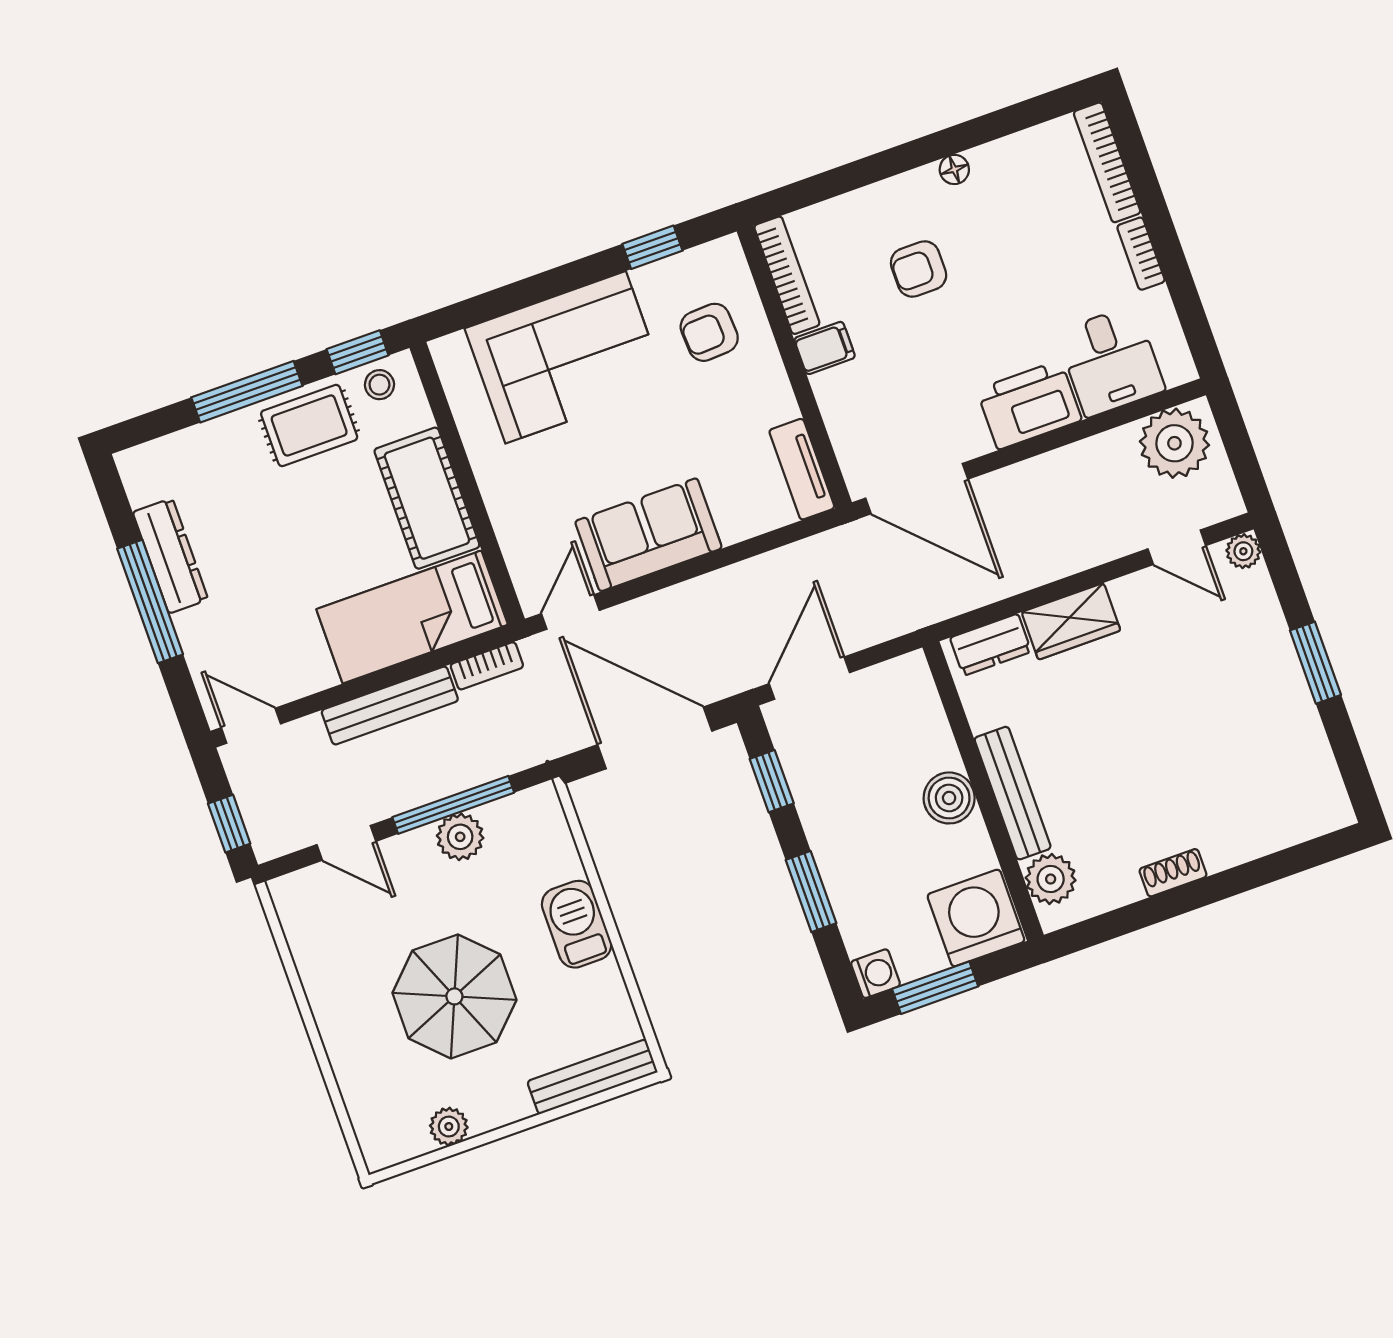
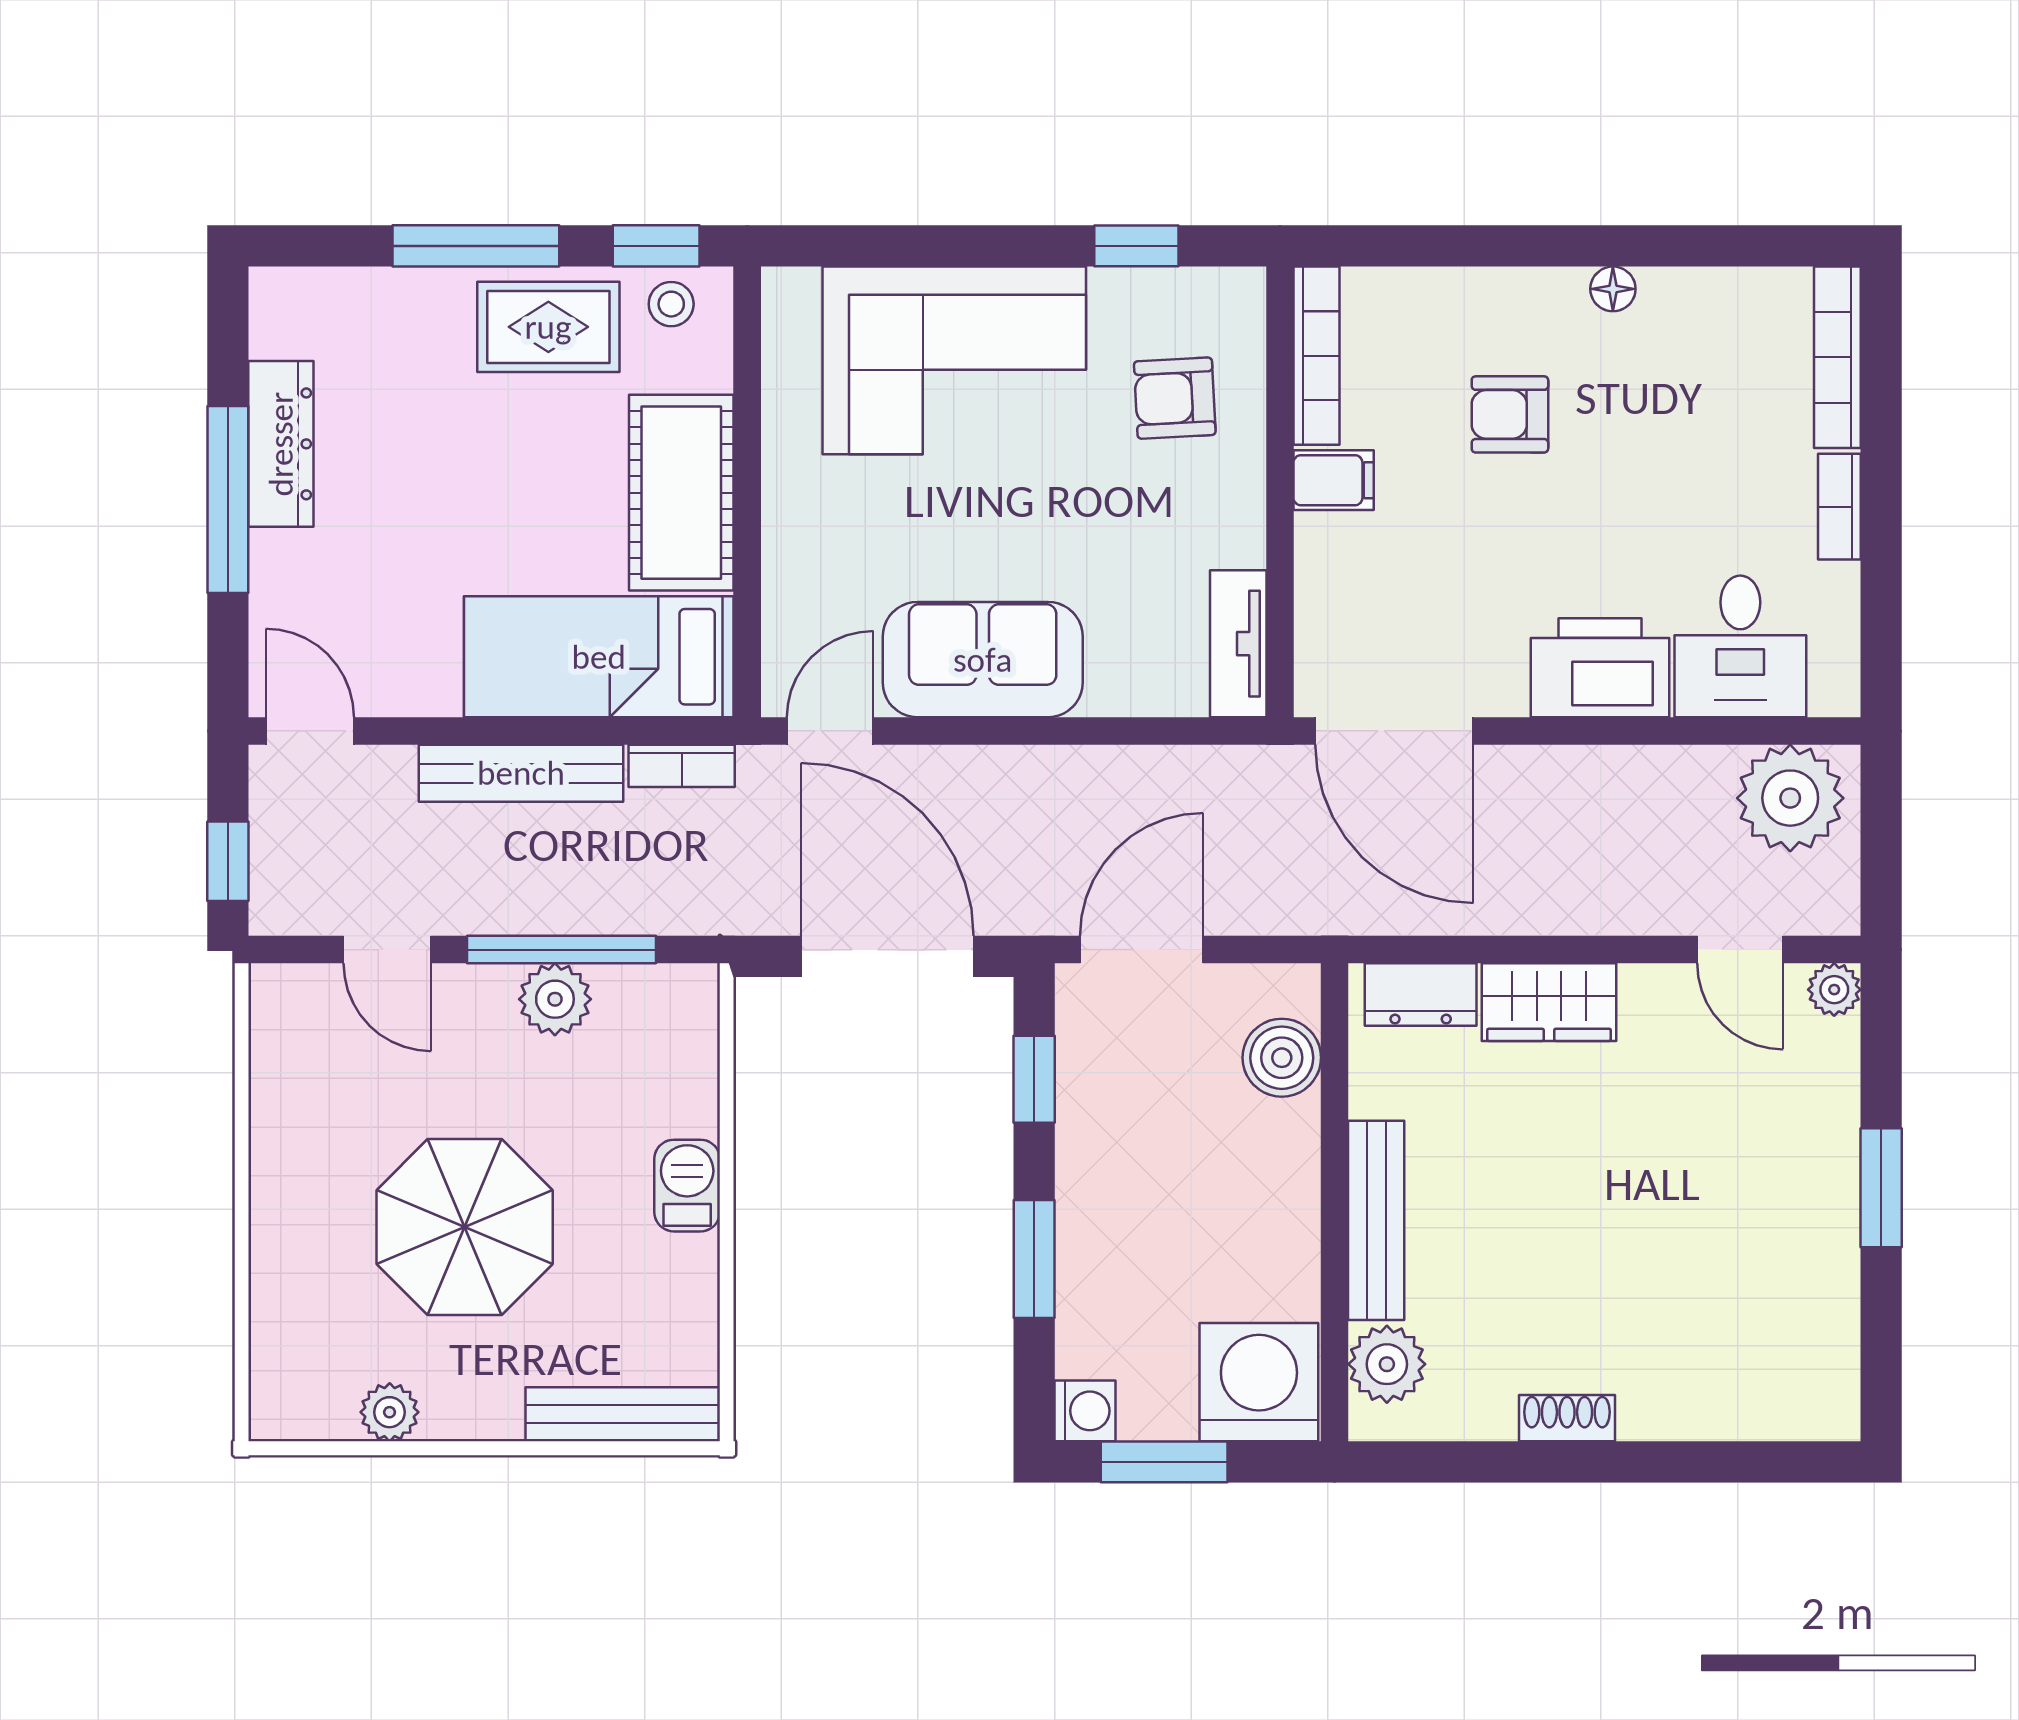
boiler: (949, 798) -> (1282, 1058), moved
barbecue: (577, 924) -> (687, 1186), width x0.73, depth x0.79

